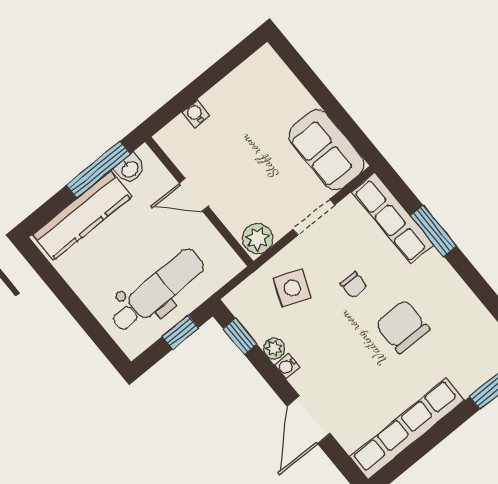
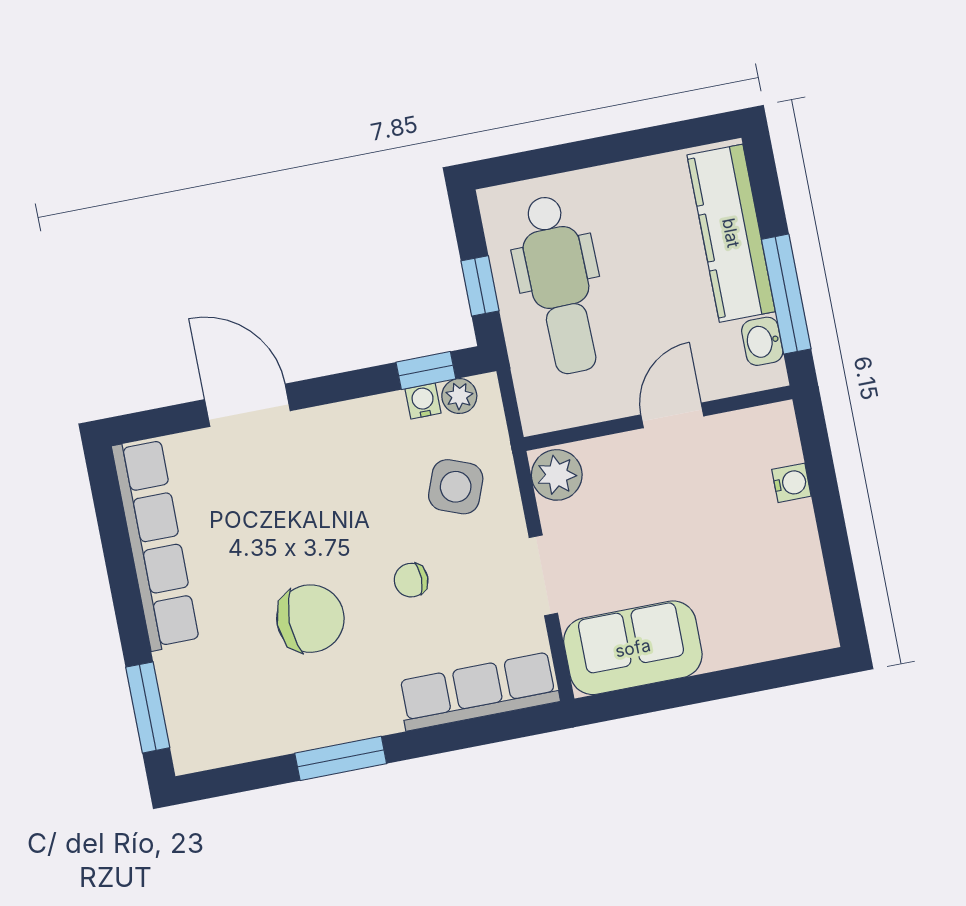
window: (433, 231) -> (341, 758), moved
plant: (274, 348) -> (459, 396), moved
water cooler: (287, 366) -> (423, 401), moved

